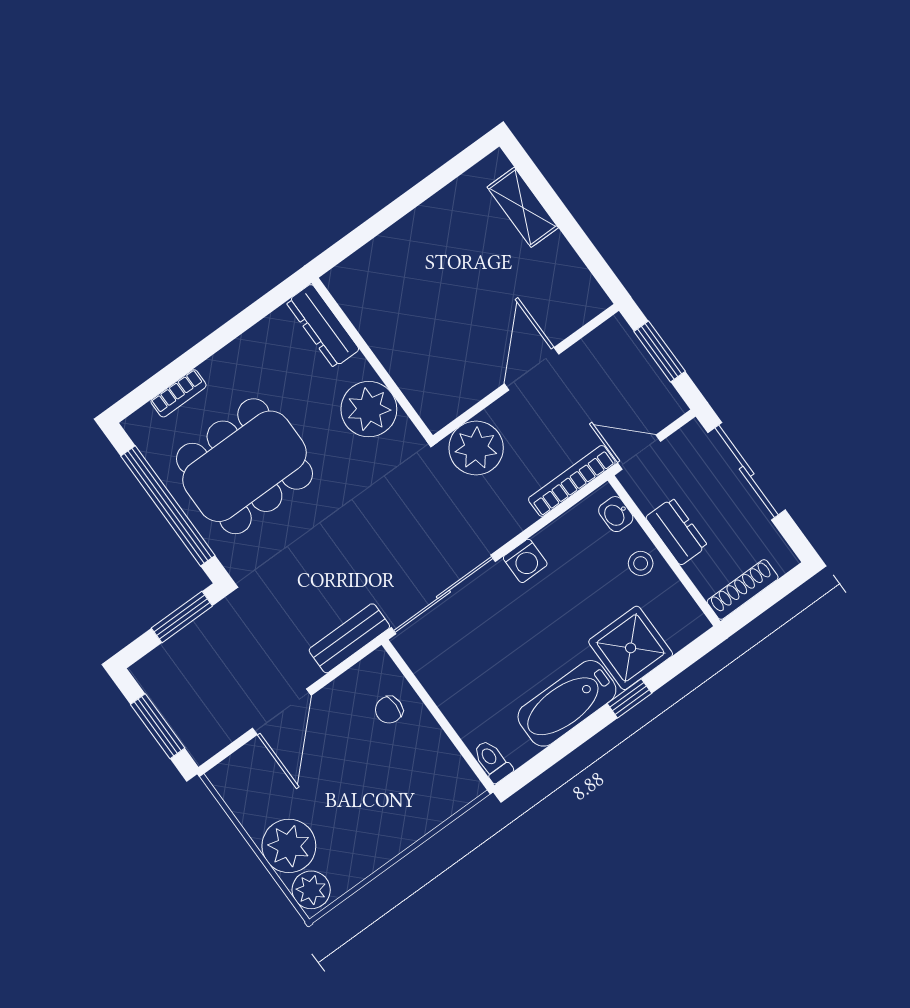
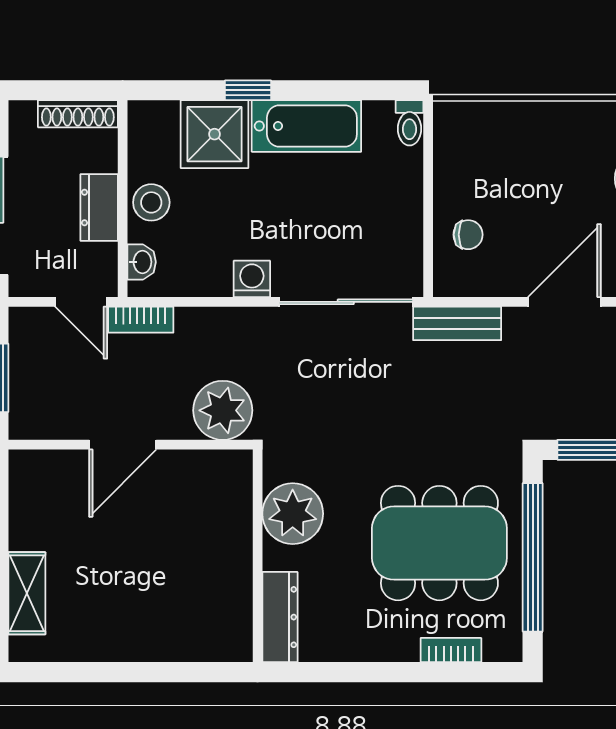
bookcase: (572, 481) -> (141, 320), width x0.64
stool: (641, 563) -> (151, 202), width x1.37, depth x1.37

